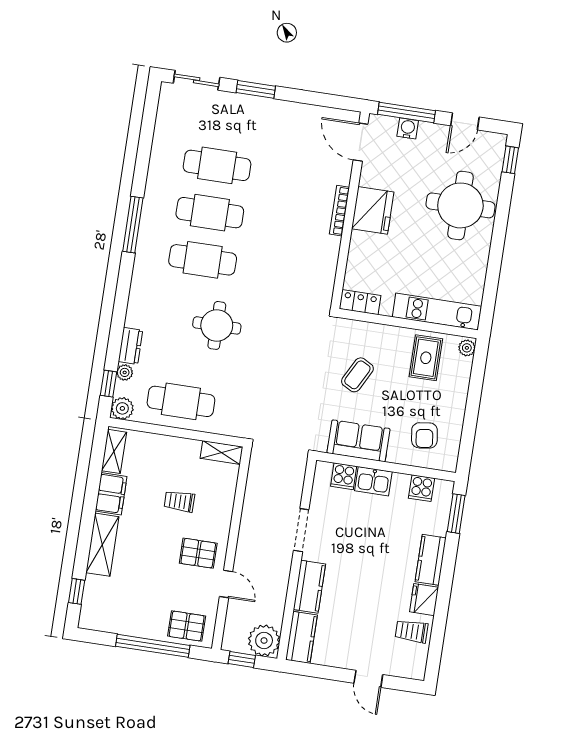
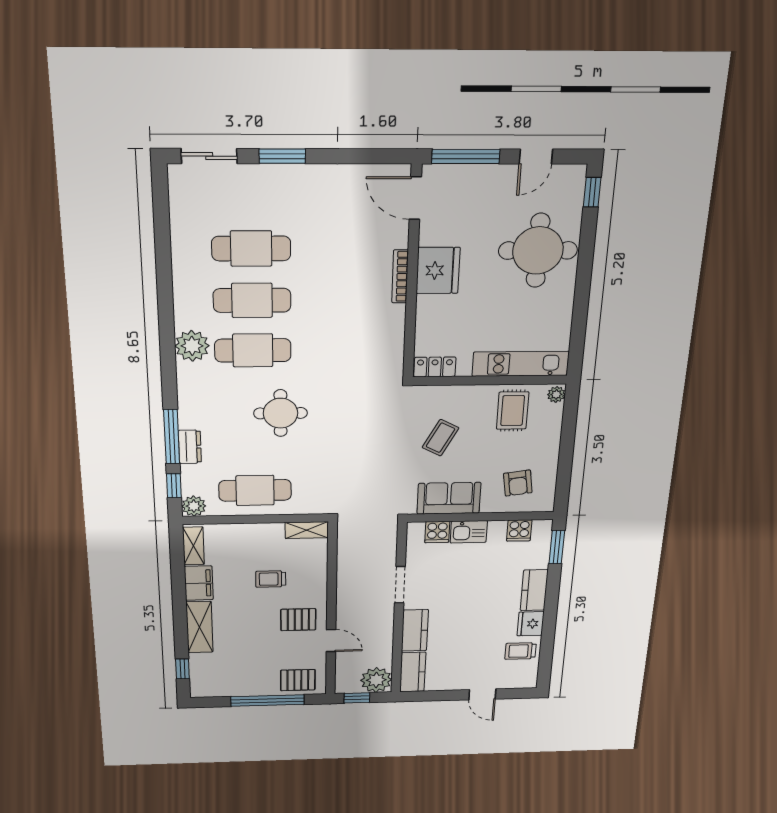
water cooler: (408, 128) -> (469, 174), removed
window: (133, 225) -> (172, 437), moved
plant: (125, 372) -> (192, 346), moved, width x1.88, depth x1.88

